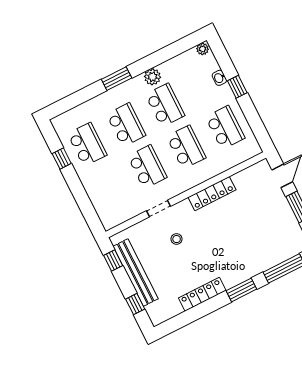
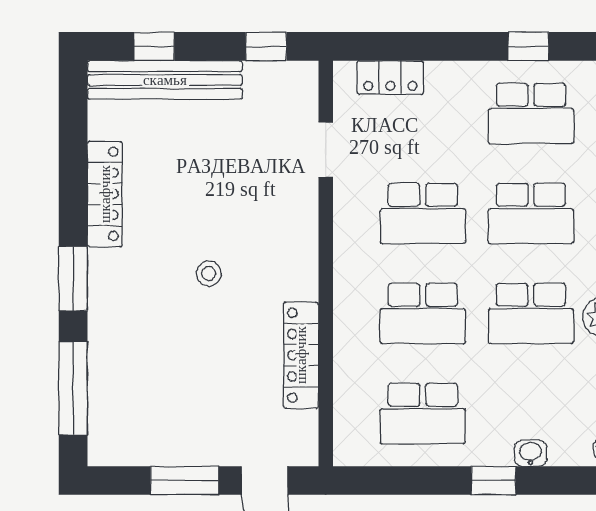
locker: (212, 194) -> (301, 355), moved
locker: (101, 206) -> (390, 77), added
doorway: (159, 209) -> (326, 150), moved
stool: (177, 239) -> (209, 273), moved
bench: (136, 272) -> (165, 80), moved

